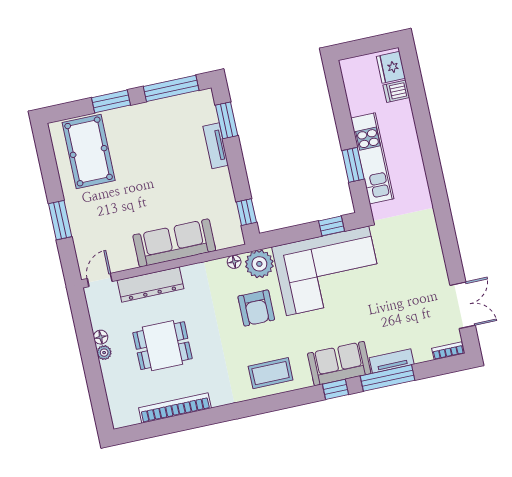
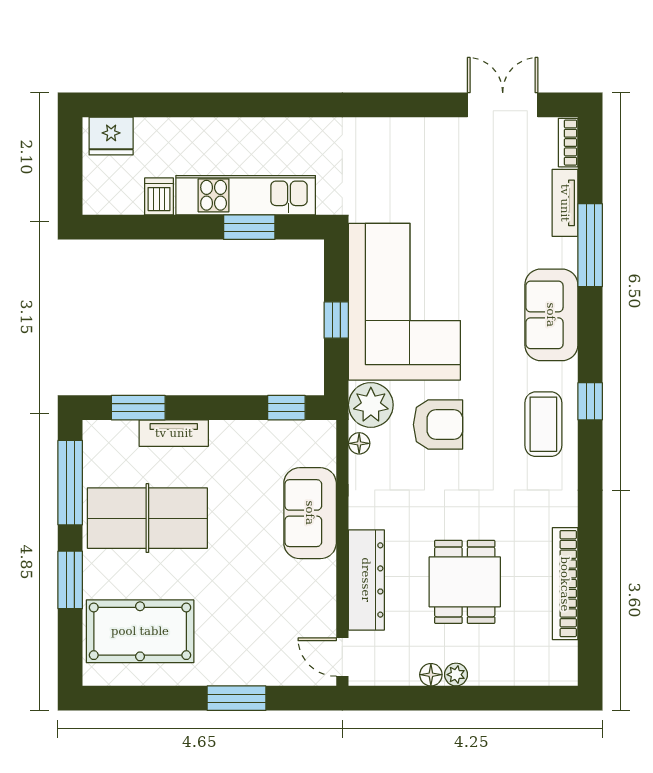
dishwasher: (396, 91) -> (159, 196), moved, turned 180
table tennis table: (160, 141) -> (147, 518), added
window: (332, 226) -> (336, 320), moved
sofa: (174, 243) -> (310, 513), width x0.73
tv unit: (392, 361) -> (565, 203), moved
window: (335, 389) -> (590, 401), moved

